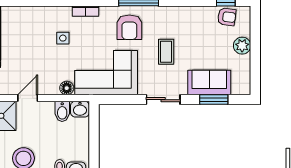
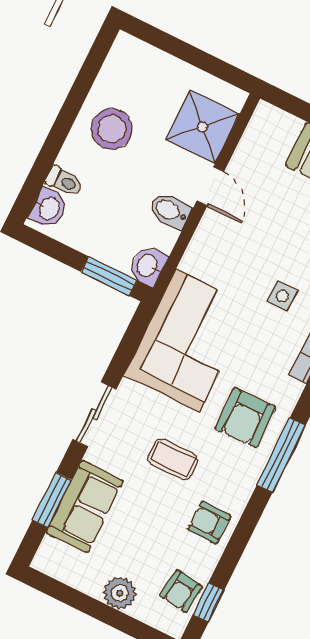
armchair: (188, 20) -> (209, 523), added
armchair: (129, 27) -> (245, 418), turned -91
floor lamp: (67, 88) -> (195, 261), removed
bidet: (62, 111) -> (170, 211), moved
window: (94, 125) -> (109, 276), added

